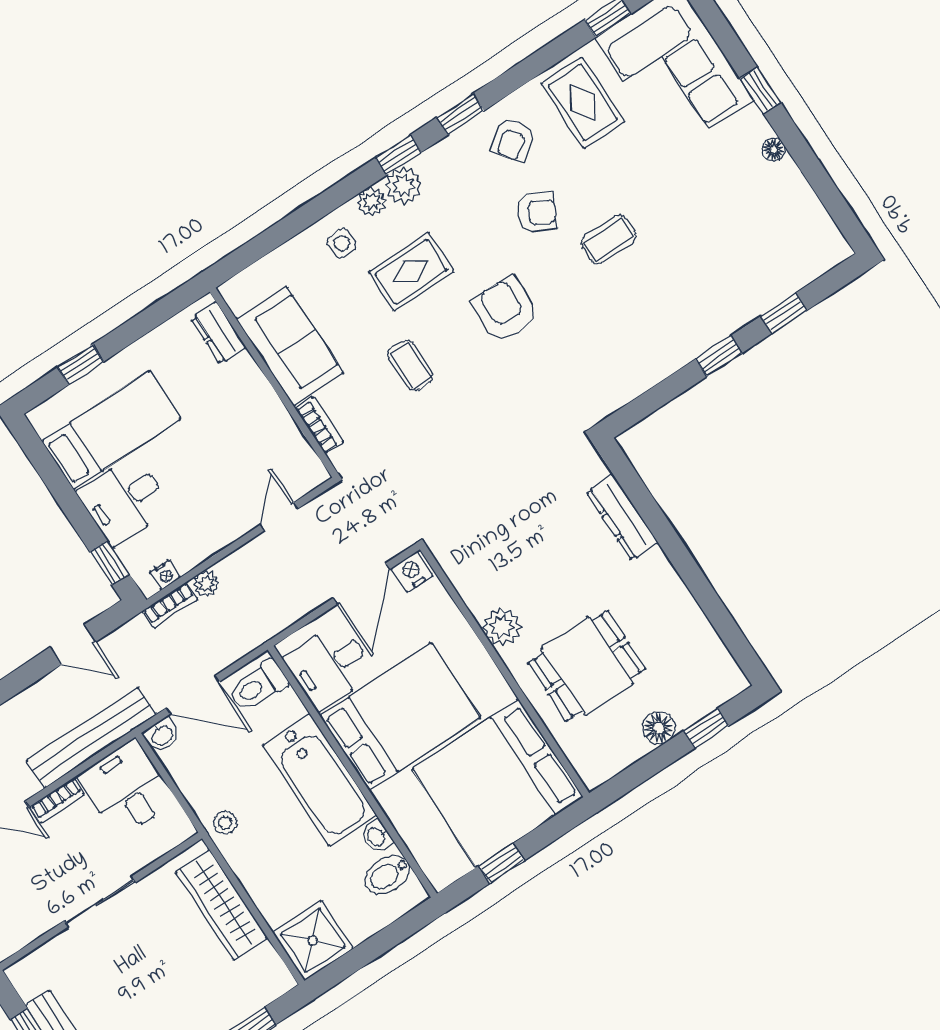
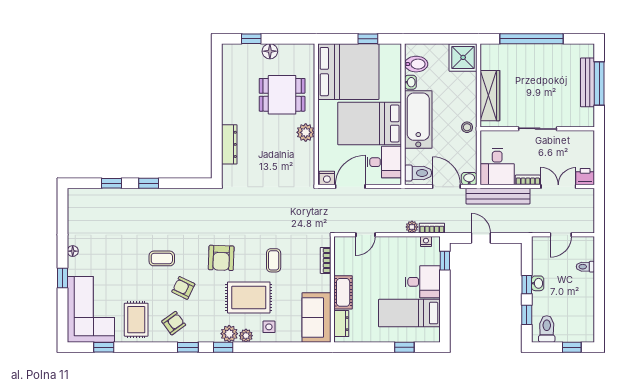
rug: (411, 272) -> (249, 297), width x1.36, depth x1.43
sofa: (290, 346) -> (316, 318), moved
cot: (251, 390) -> (343, 292), added

